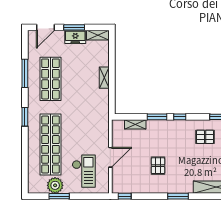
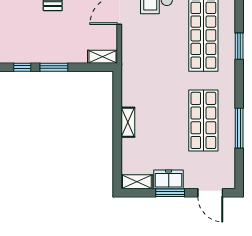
door: (45, 27) -> (210, 193), swing flipped
window: (25, 117) -> (239, 46), moved
shelving: (135, 124) -> (103, 57), moved

